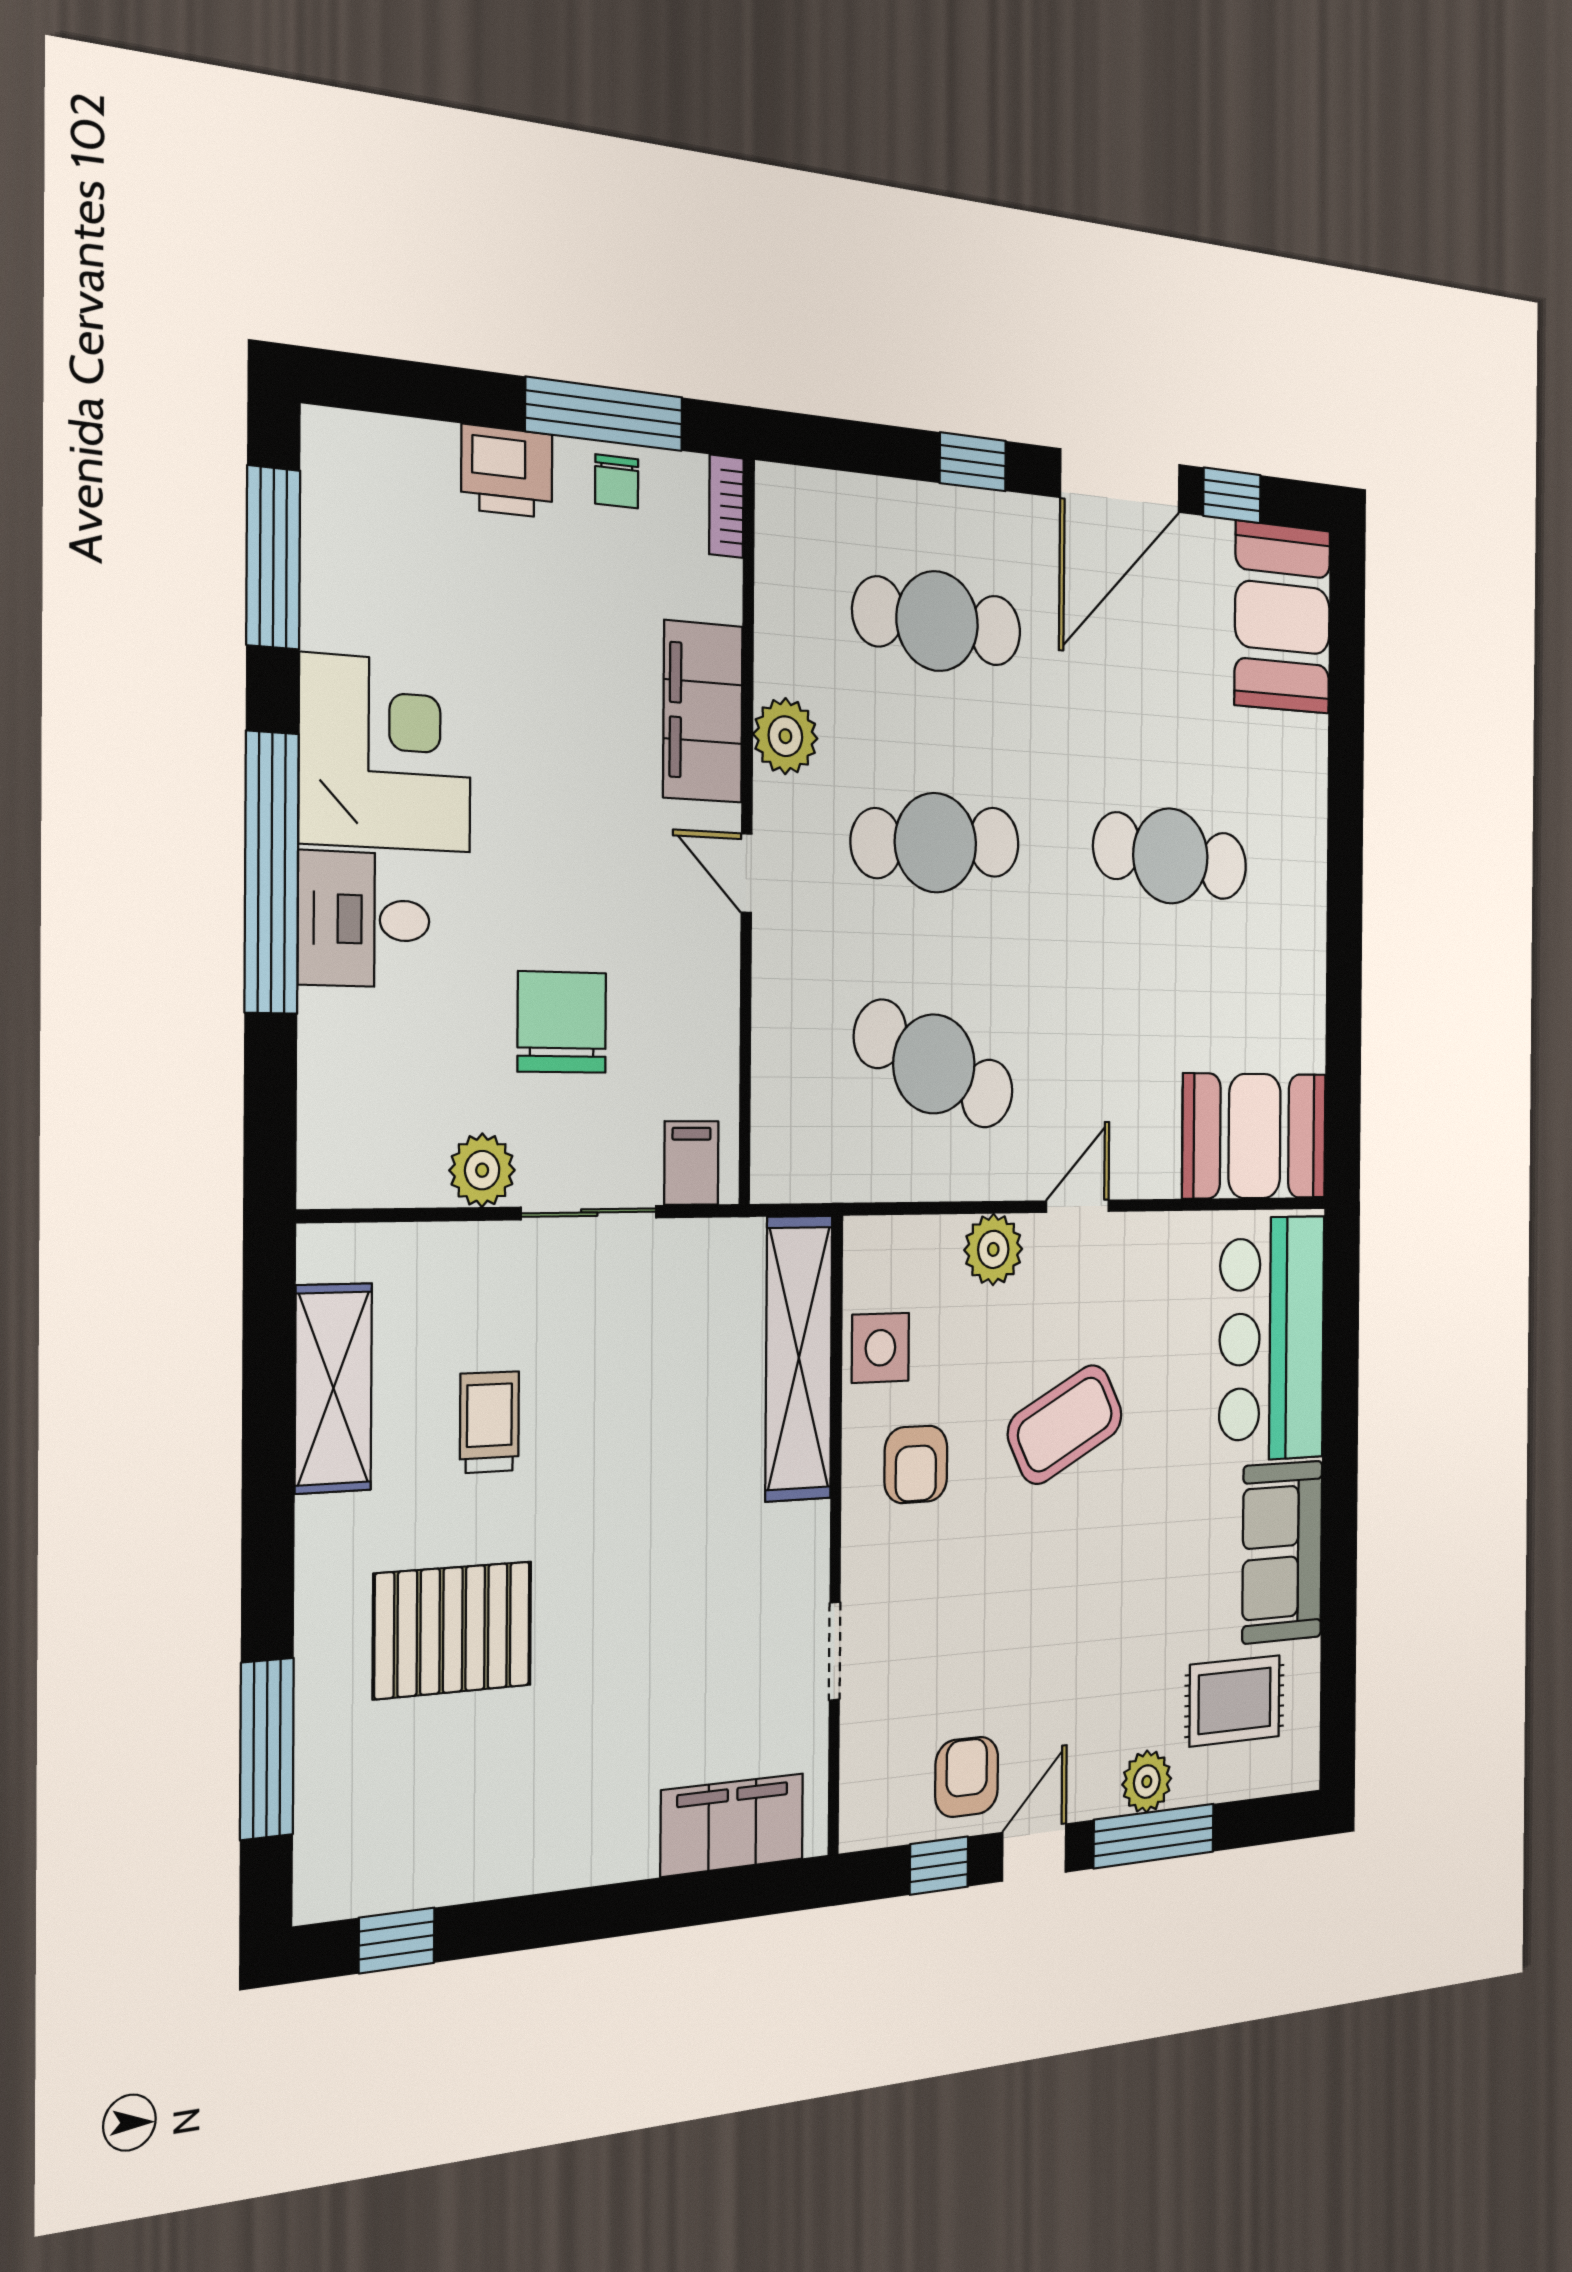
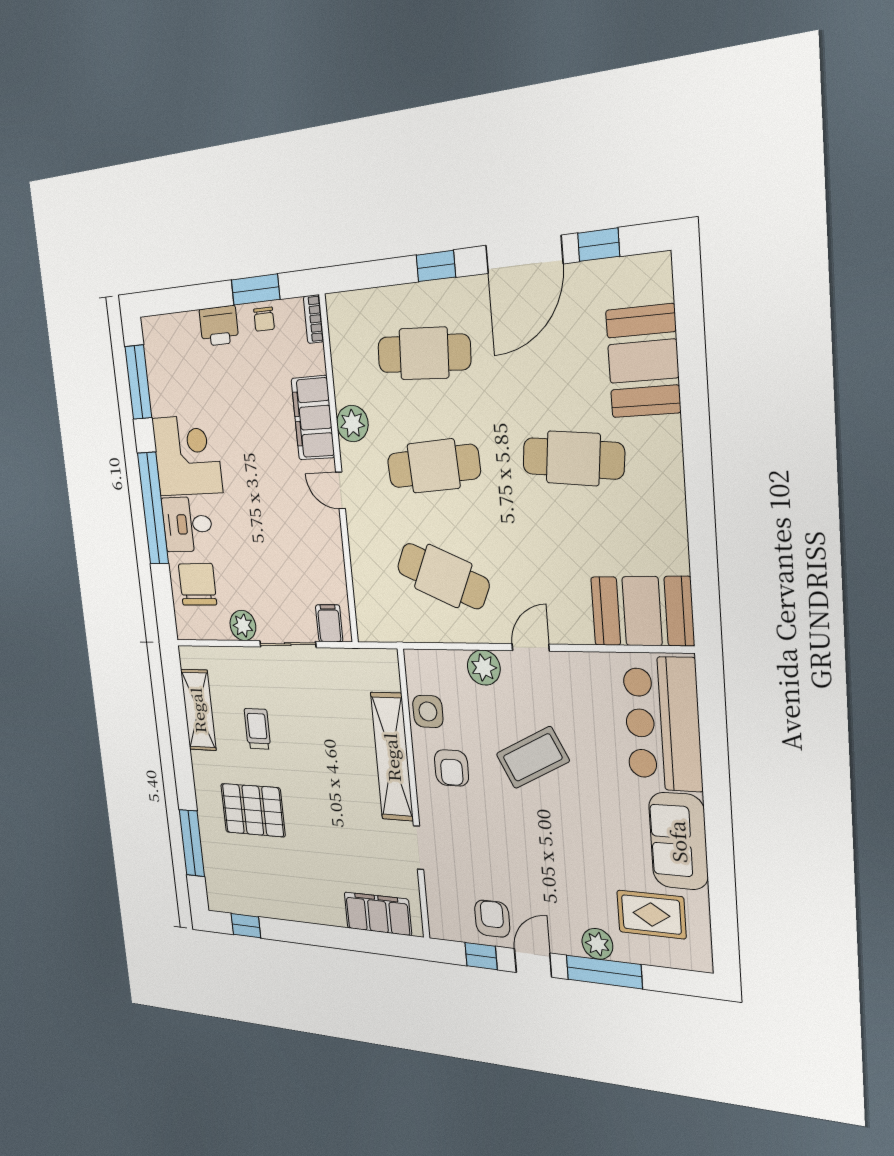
window: (605, 414) -> (256, 290), width x0.69
booth: (1283, 618) -> (643, 361), moved
chair: (562, 1022) -> (198, 584), moved
shelving: (799, 1358) -> (392, 757), moved

